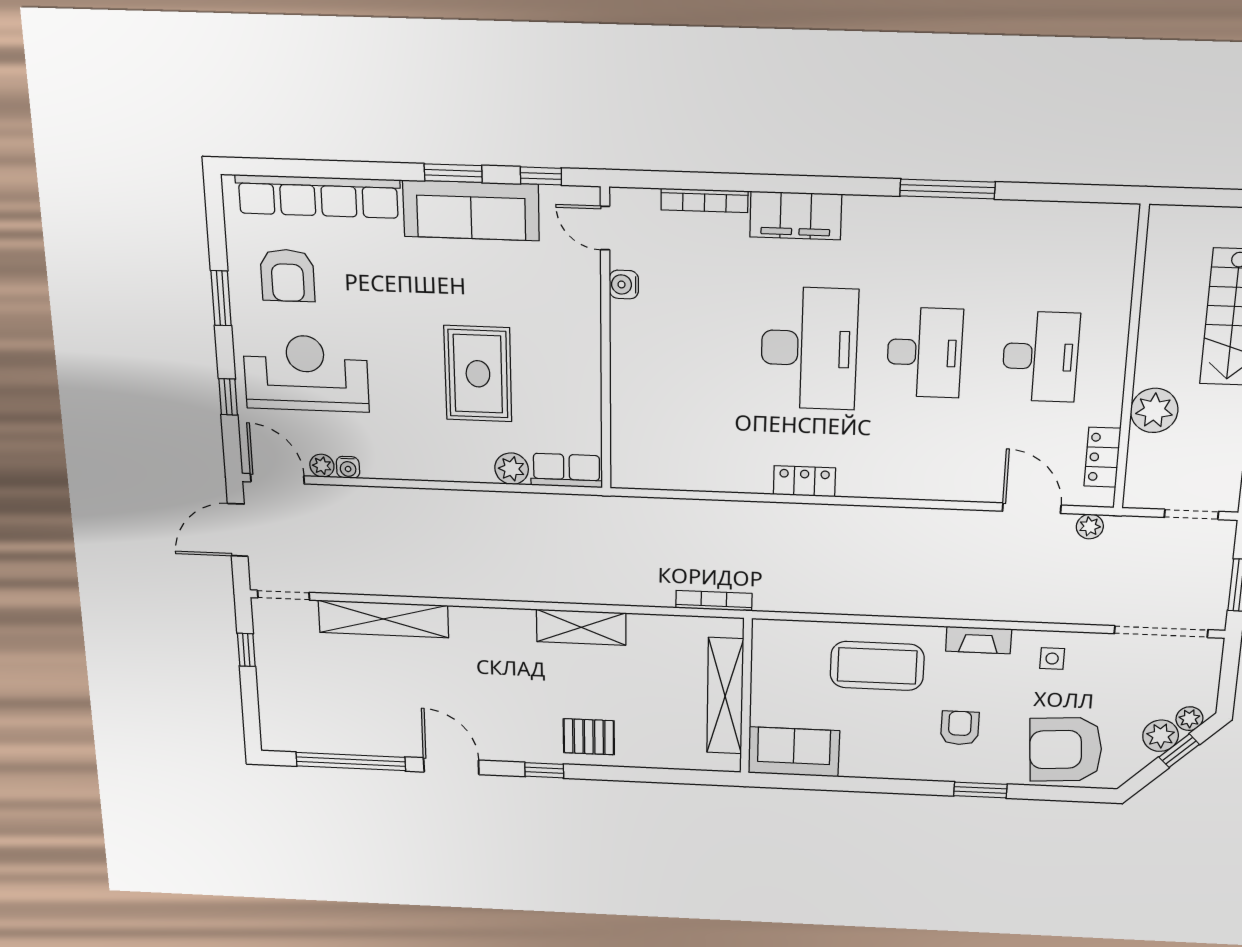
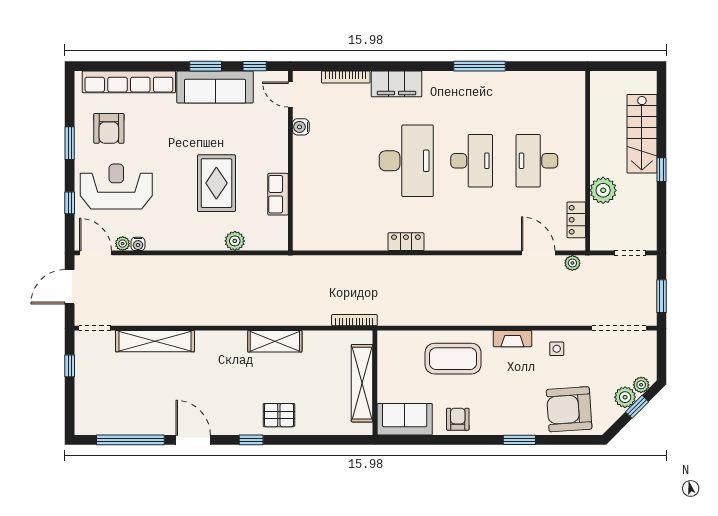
desk: (1040, 357) -> (537, 161), turned 180
row of seats: (567, 471) -> (278, 194), moved, turned -90
armchair: (960, 728) -> (458, 419), moved

